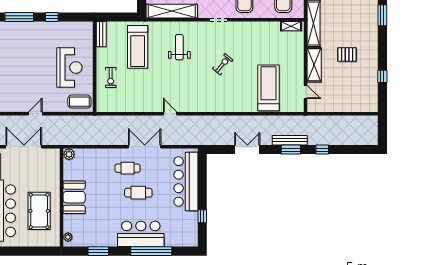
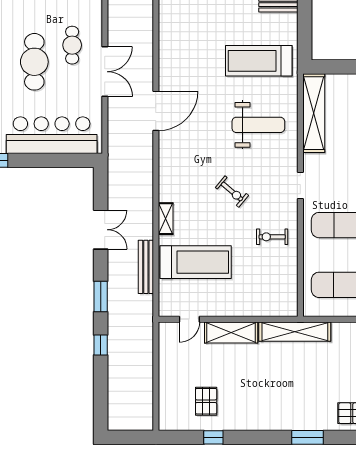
shelving: (291, 26) -> (166, 219), moved
weight bench: (179, 47) -> (258, 125), width x1.36, depth x1.33
pallet: (347, 55) -> (206, 401), moved
exercise bike: (111, 77) -> (272, 237), moved
door: (170, 114) -> (156, 111), width x1.87
bench: (290, 140) -> (146, 267), moved
cafe table: (138, 193) -> (34, 62), width x1.37, depth x1.35

